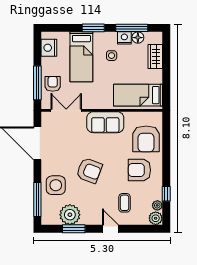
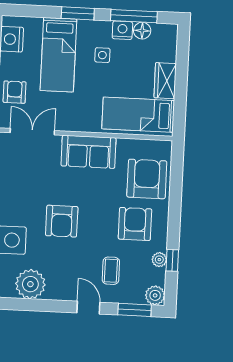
wardrobe: (155, 57) -> (165, 81), moved
armchair: (146, 139) -> (147, 179), turned 180
armchair: (139, 170) -> (135, 224), turned 90
armchair: (89, 171) -> (62, 221), turned 69
plant: (157, 205) -> (159, 260), moved
window: (74, 229) -> (135, 310), moved

